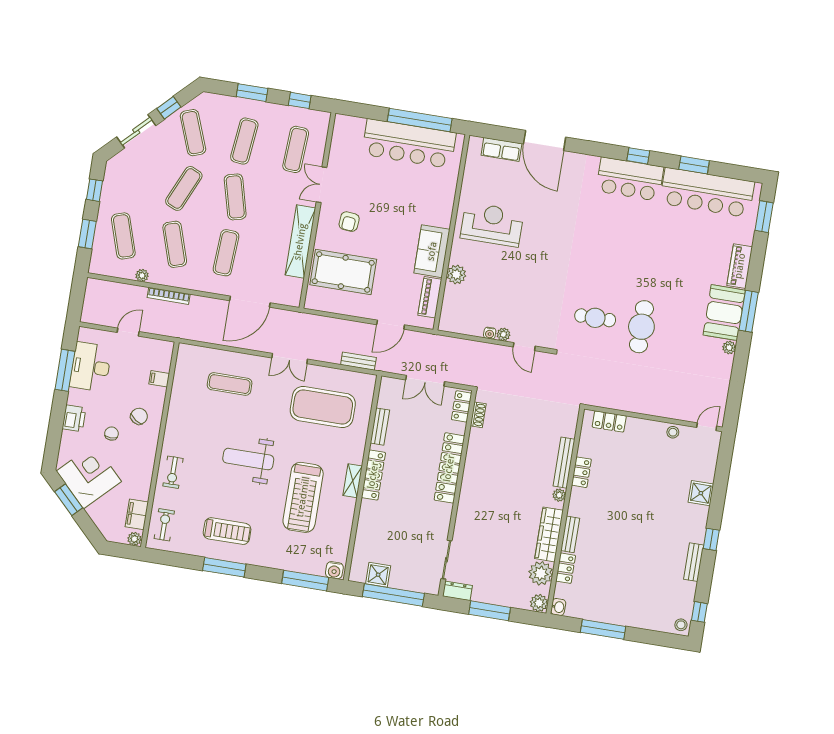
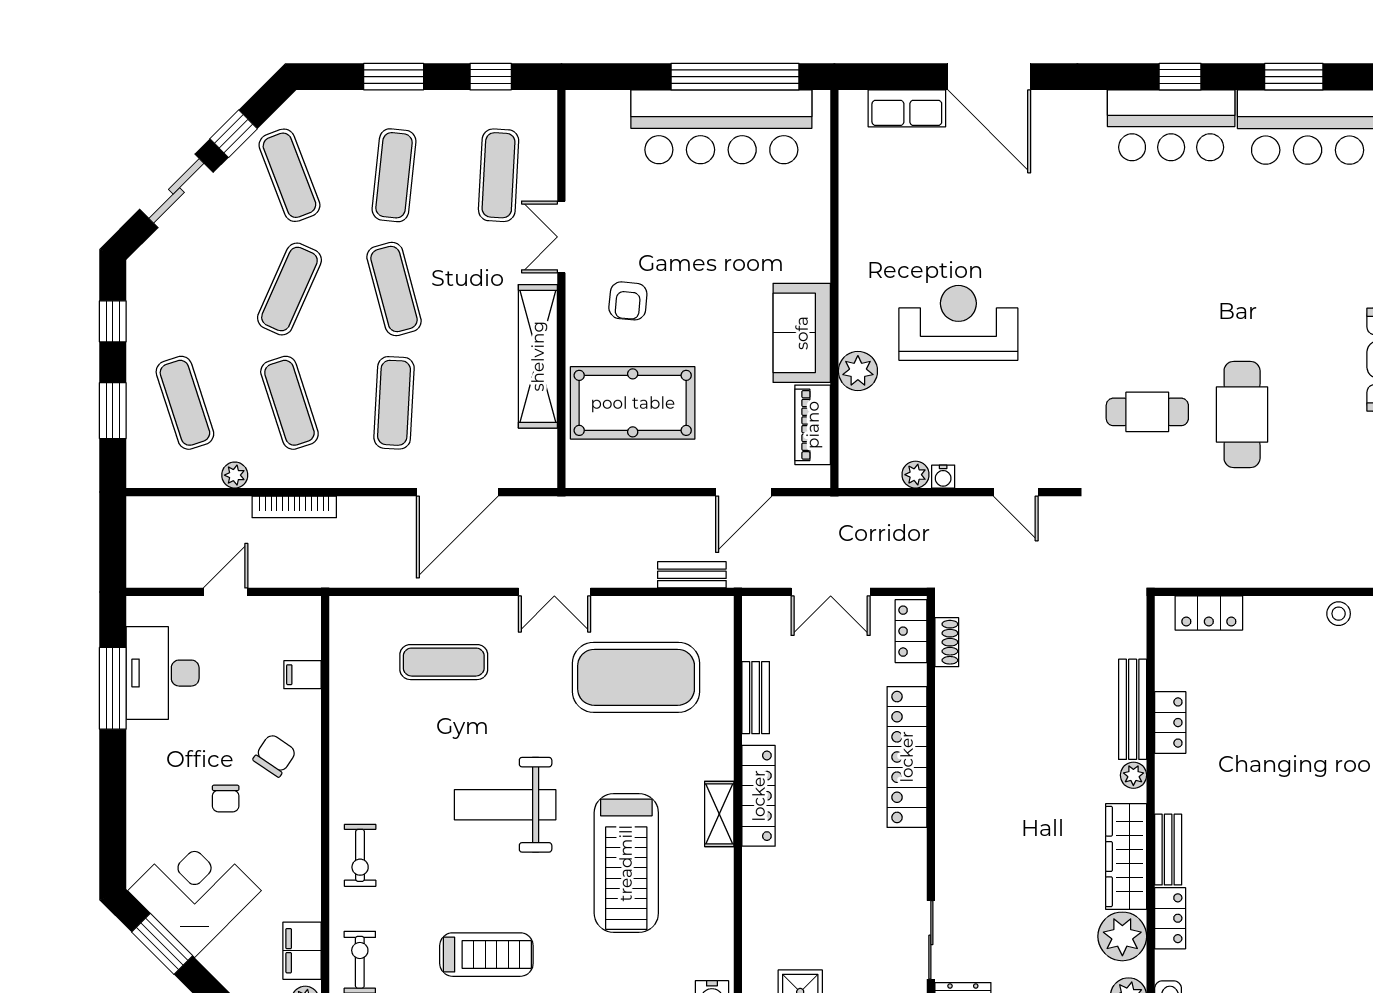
reception desk: (492, 225) -> (958, 323), moved
plant: (503, 334) -> (915, 475), moved
printer: (74, 418) -> (146, 781), removed
chair: (112, 434) -> (226, 799), turned 180

